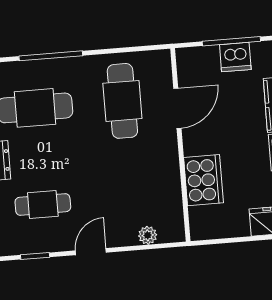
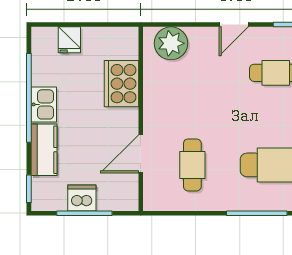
cafe table: (122, 101) -> (192, 165), width x0.73, depth x0.74
plant: (148, 235) -> (171, 43), width x1.87, depth x1.87

